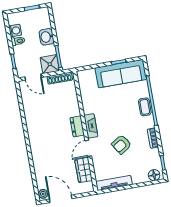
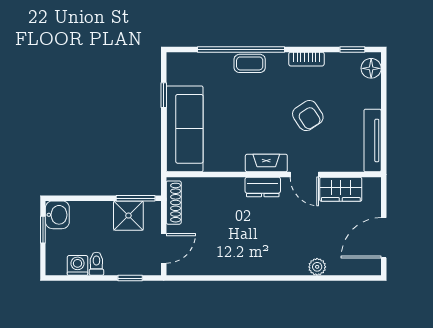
washbasin: (47, 37) -> (57, 215), moved, turned -90
shower: (50, 64) -> (128, 216), moved
sofa: (121, 74) -> (185, 129), moved
plant: (43, 194) -> (317, 267), moved

